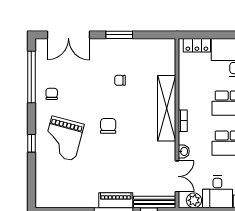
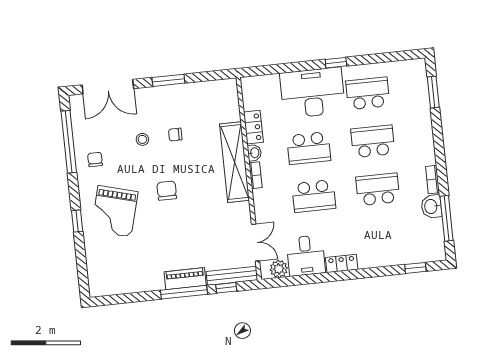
locker: (197, 45) -> (253, 127), moved, turned -90
stool: (93, 81) -> (142, 139), added
washbasin: (184, 151) -> (254, 153), moved

